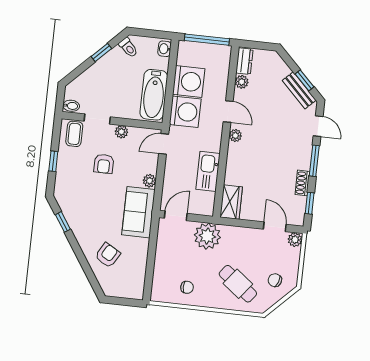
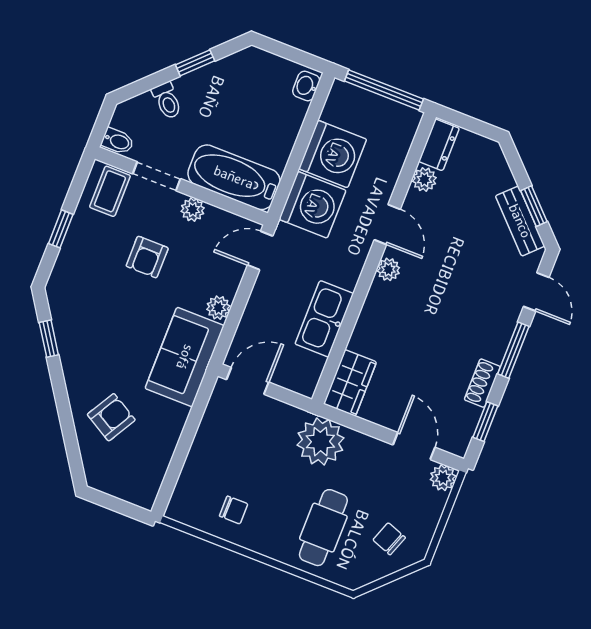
toilet: (128, 48) -> (167, 101), moved
bathtub: (154, 95) -> (234, 177), moved, turned 90
plant: (207, 236) -> (320, 442), moved
cafe table: (238, 284) -> (323, 528), turned 52

